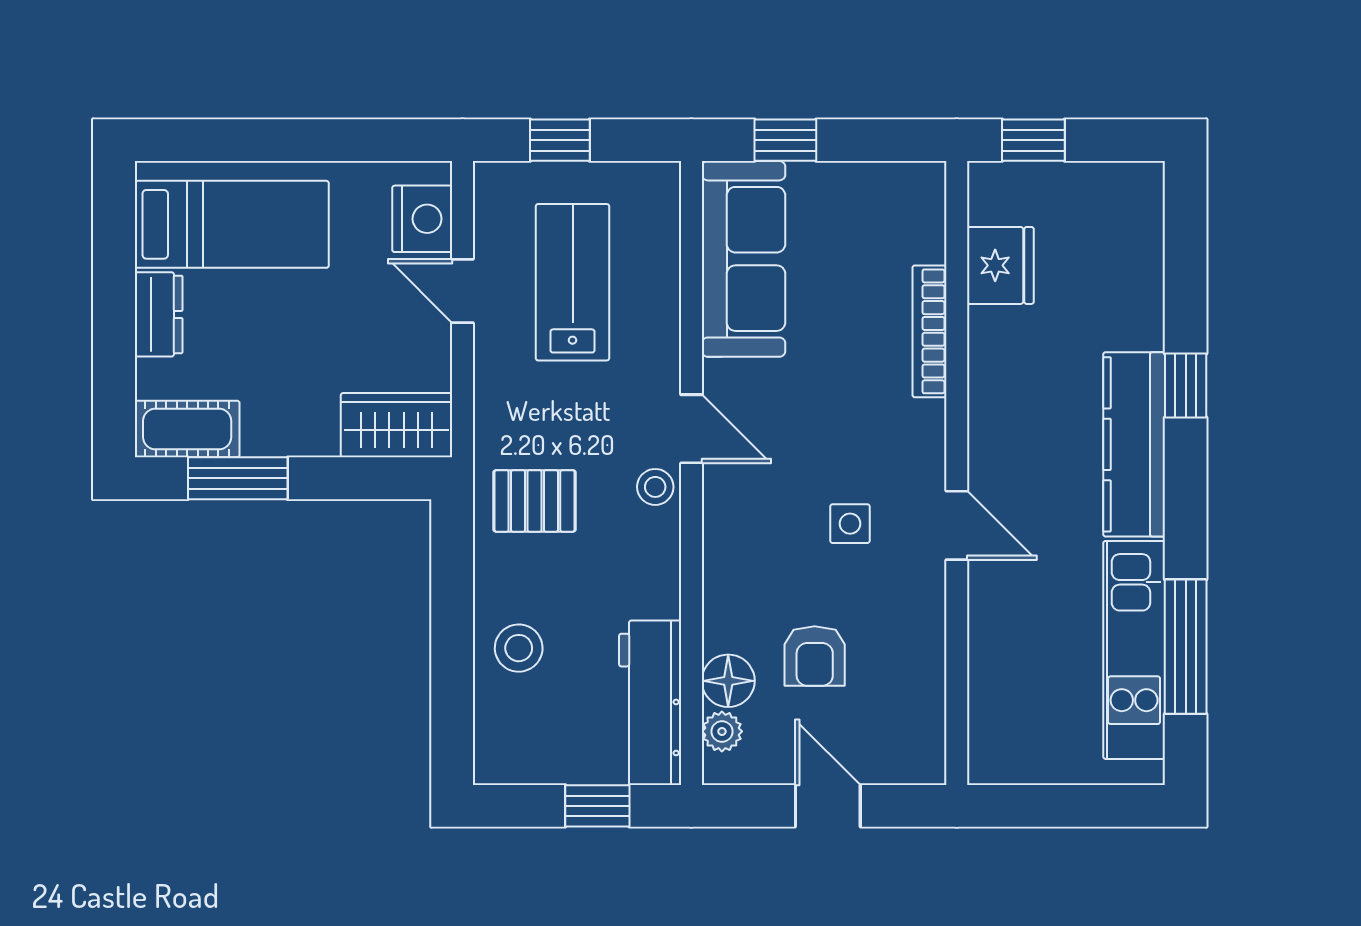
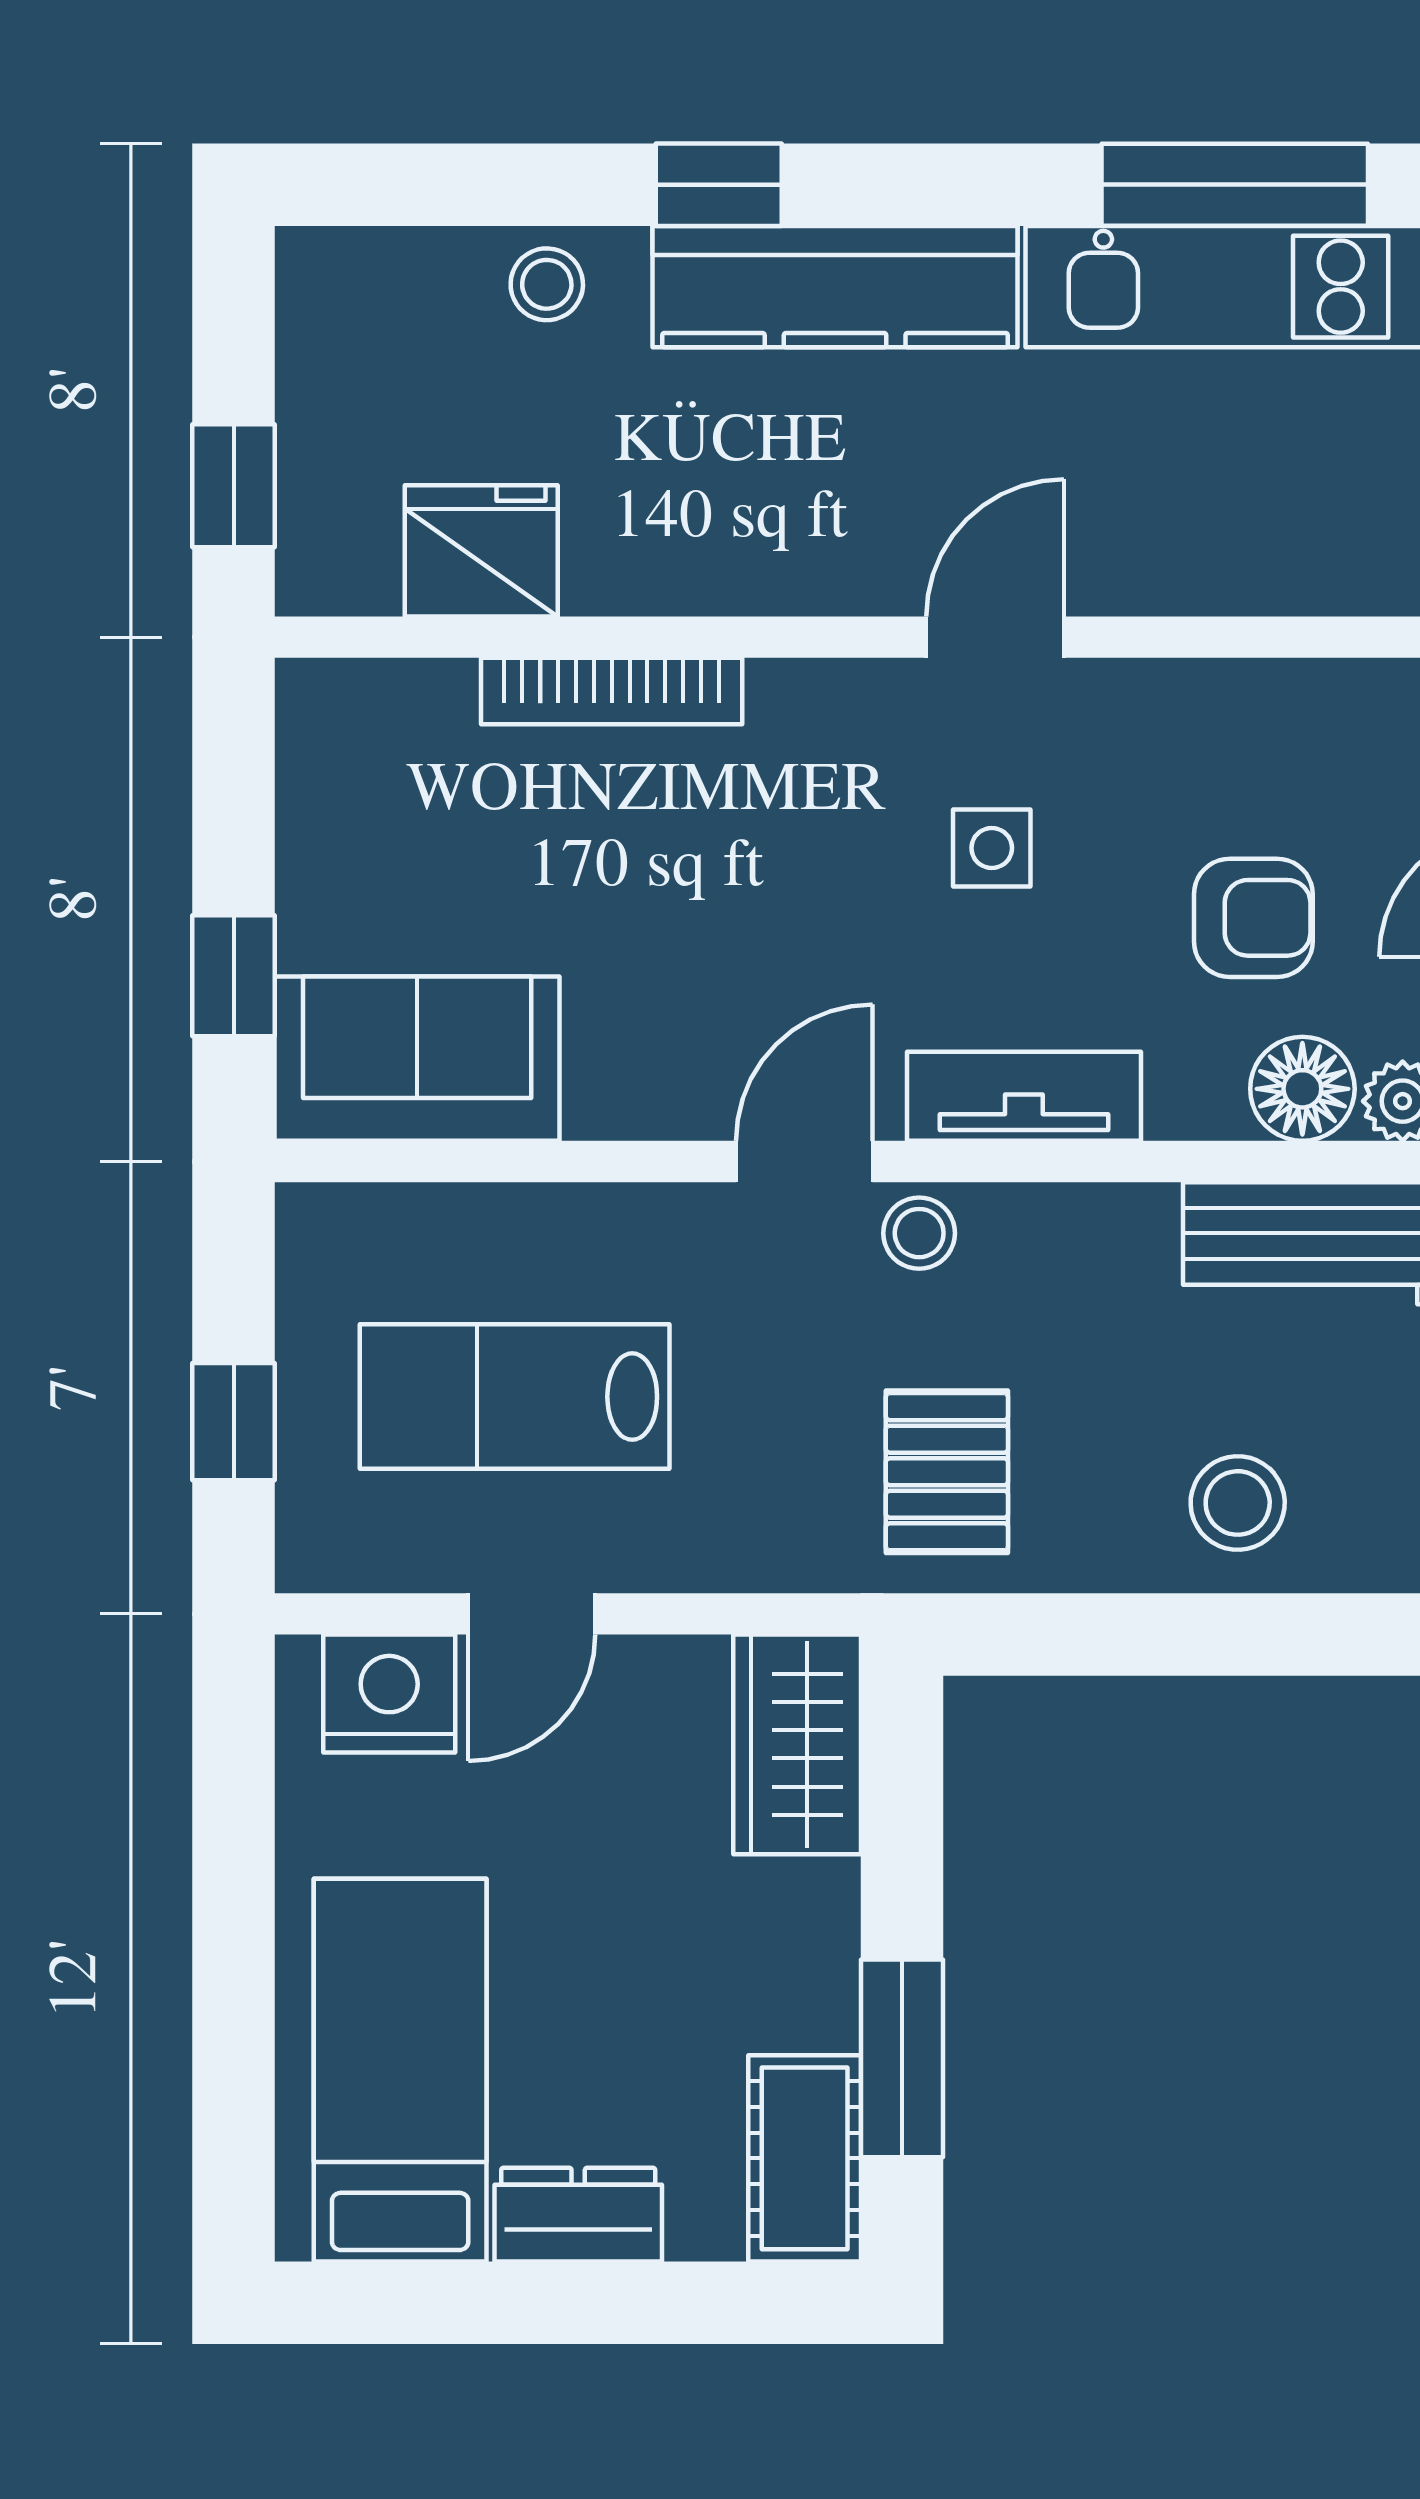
sofa: (743, 259) -> (417, 1059), width x0.73
stool: (1135, 299) -> (547, 284), added
tv unit: (724, 540) -> (1024, 1096), added

